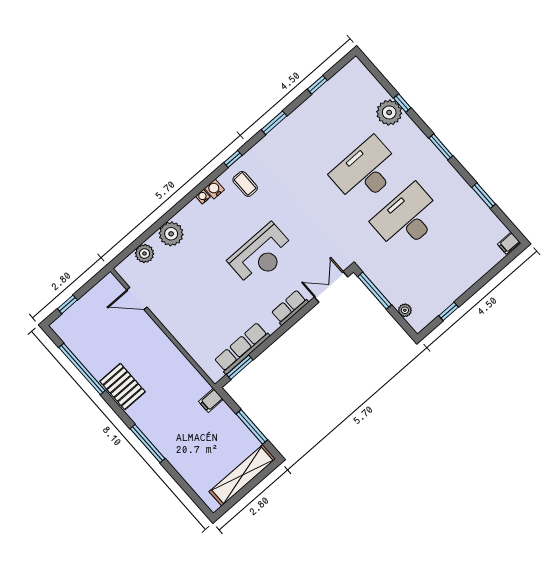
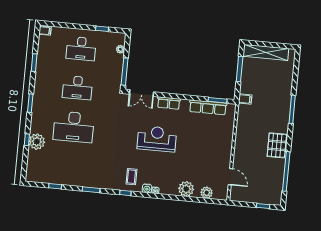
desk: (407, 218) -> (77, 88), width x0.73, depth x0.77
desk: (449, 265) -> (81, 49), added

